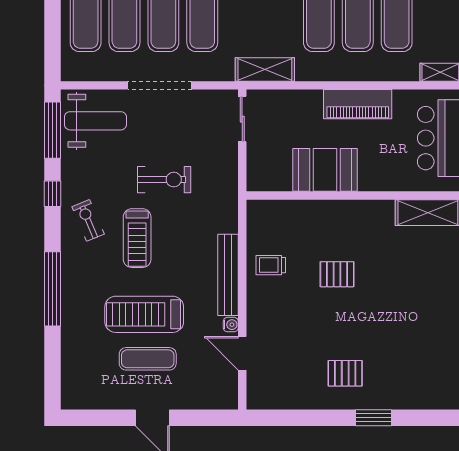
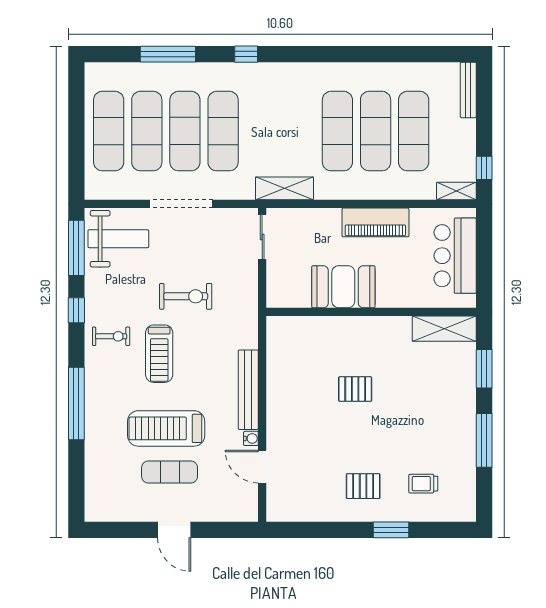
exercise bike: (88, 220) -> (111, 336), turned 113
trolley: (271, 265) -> (423, 484), moved

